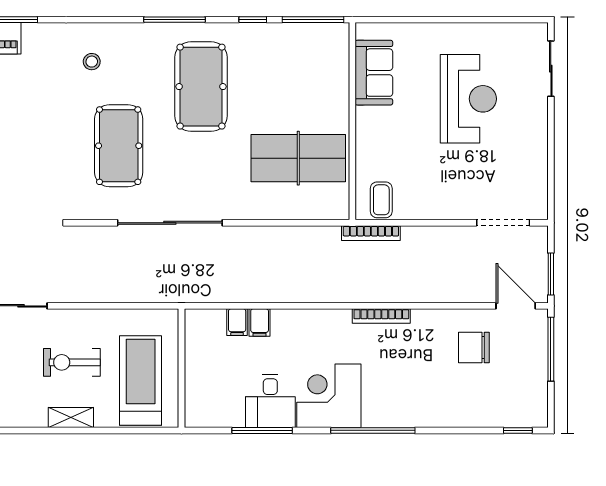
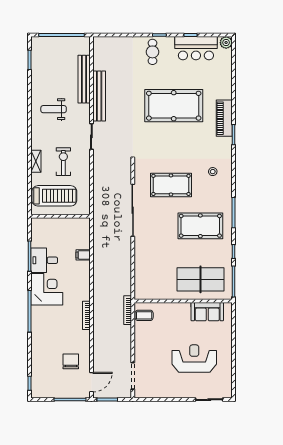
reception desk: (468, 99) -> (194, 359), turned 180
table tennis table: (298, 158) -> (200, 279), moved, turned 90
filing cabinet: (237, 322) -> (83, 244), removed

